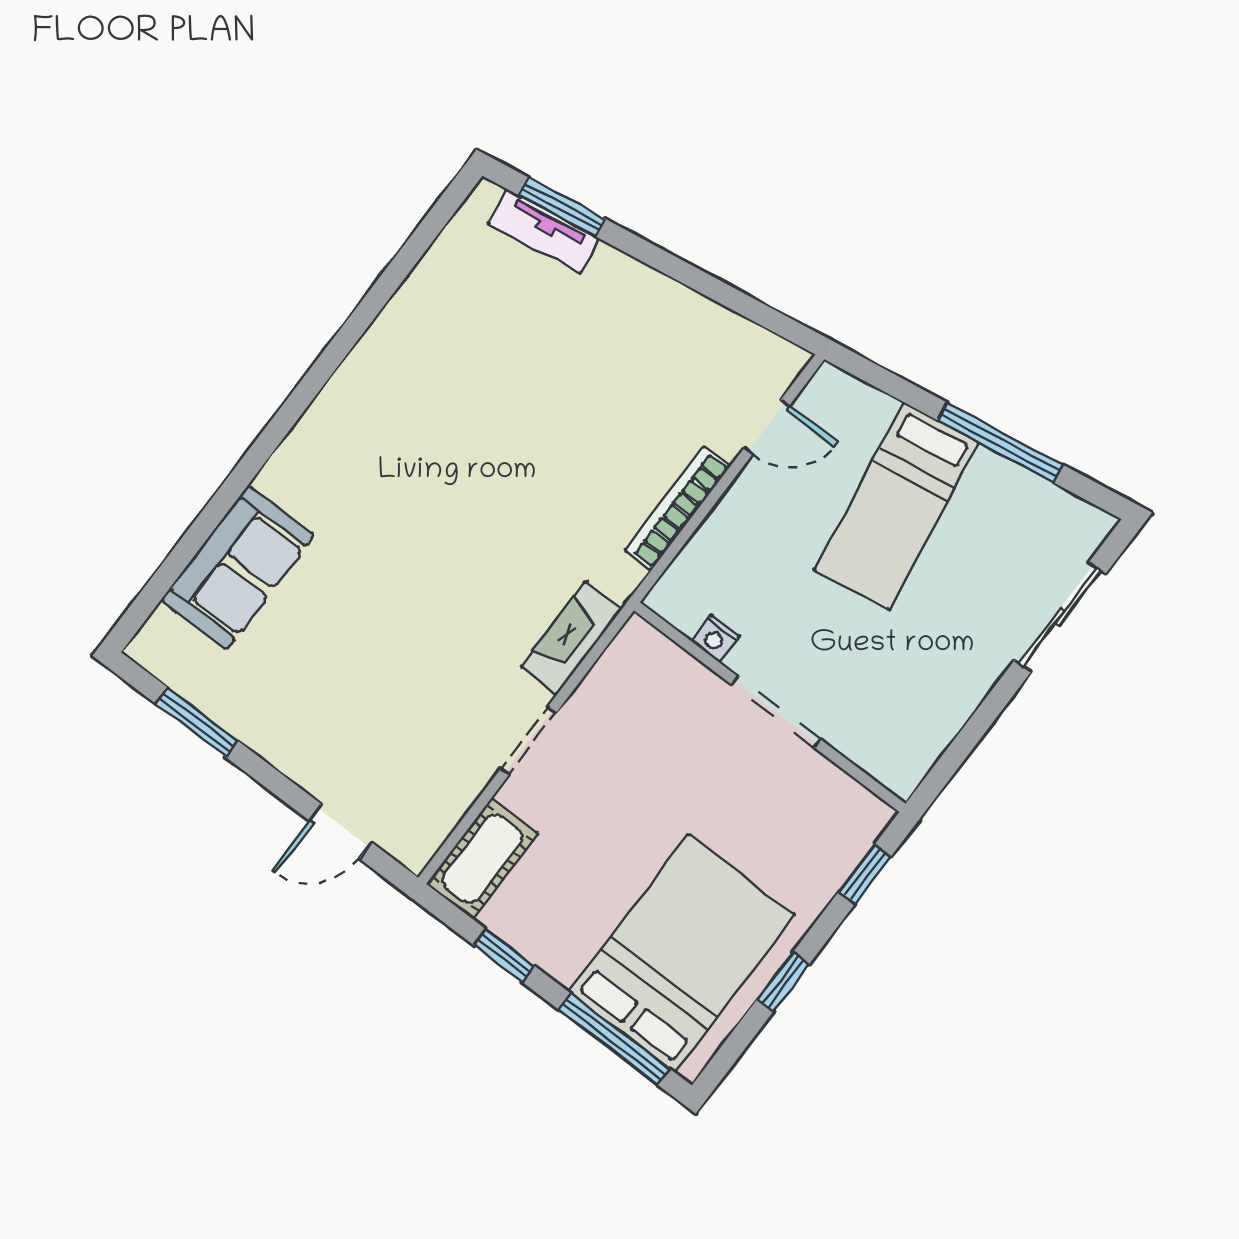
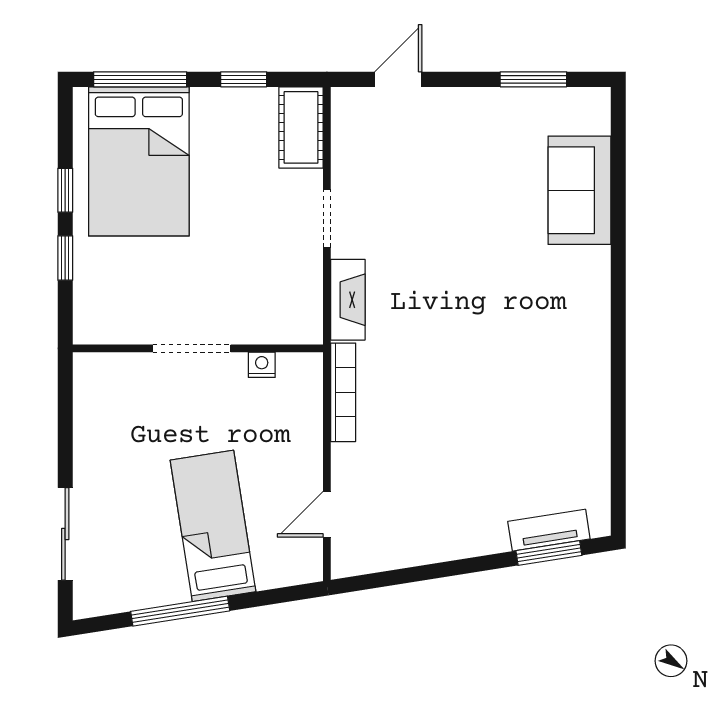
bookcase: (678, 508) -> (343, 392), moved
window: (865, 874) -> (65, 258), moved

